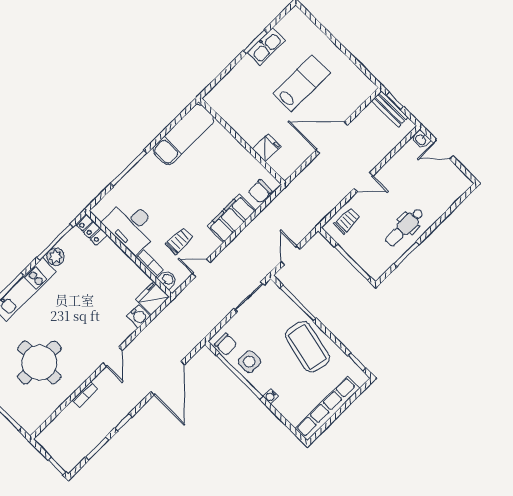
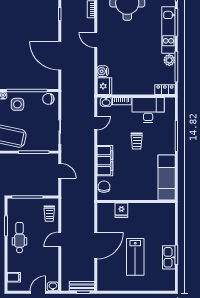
filing cabinet: (453, 191) -> (14, 277), added
trolley: (179, 241) -> (137, 141), moved
side table: (249, 362) -> (17, 104), moved

